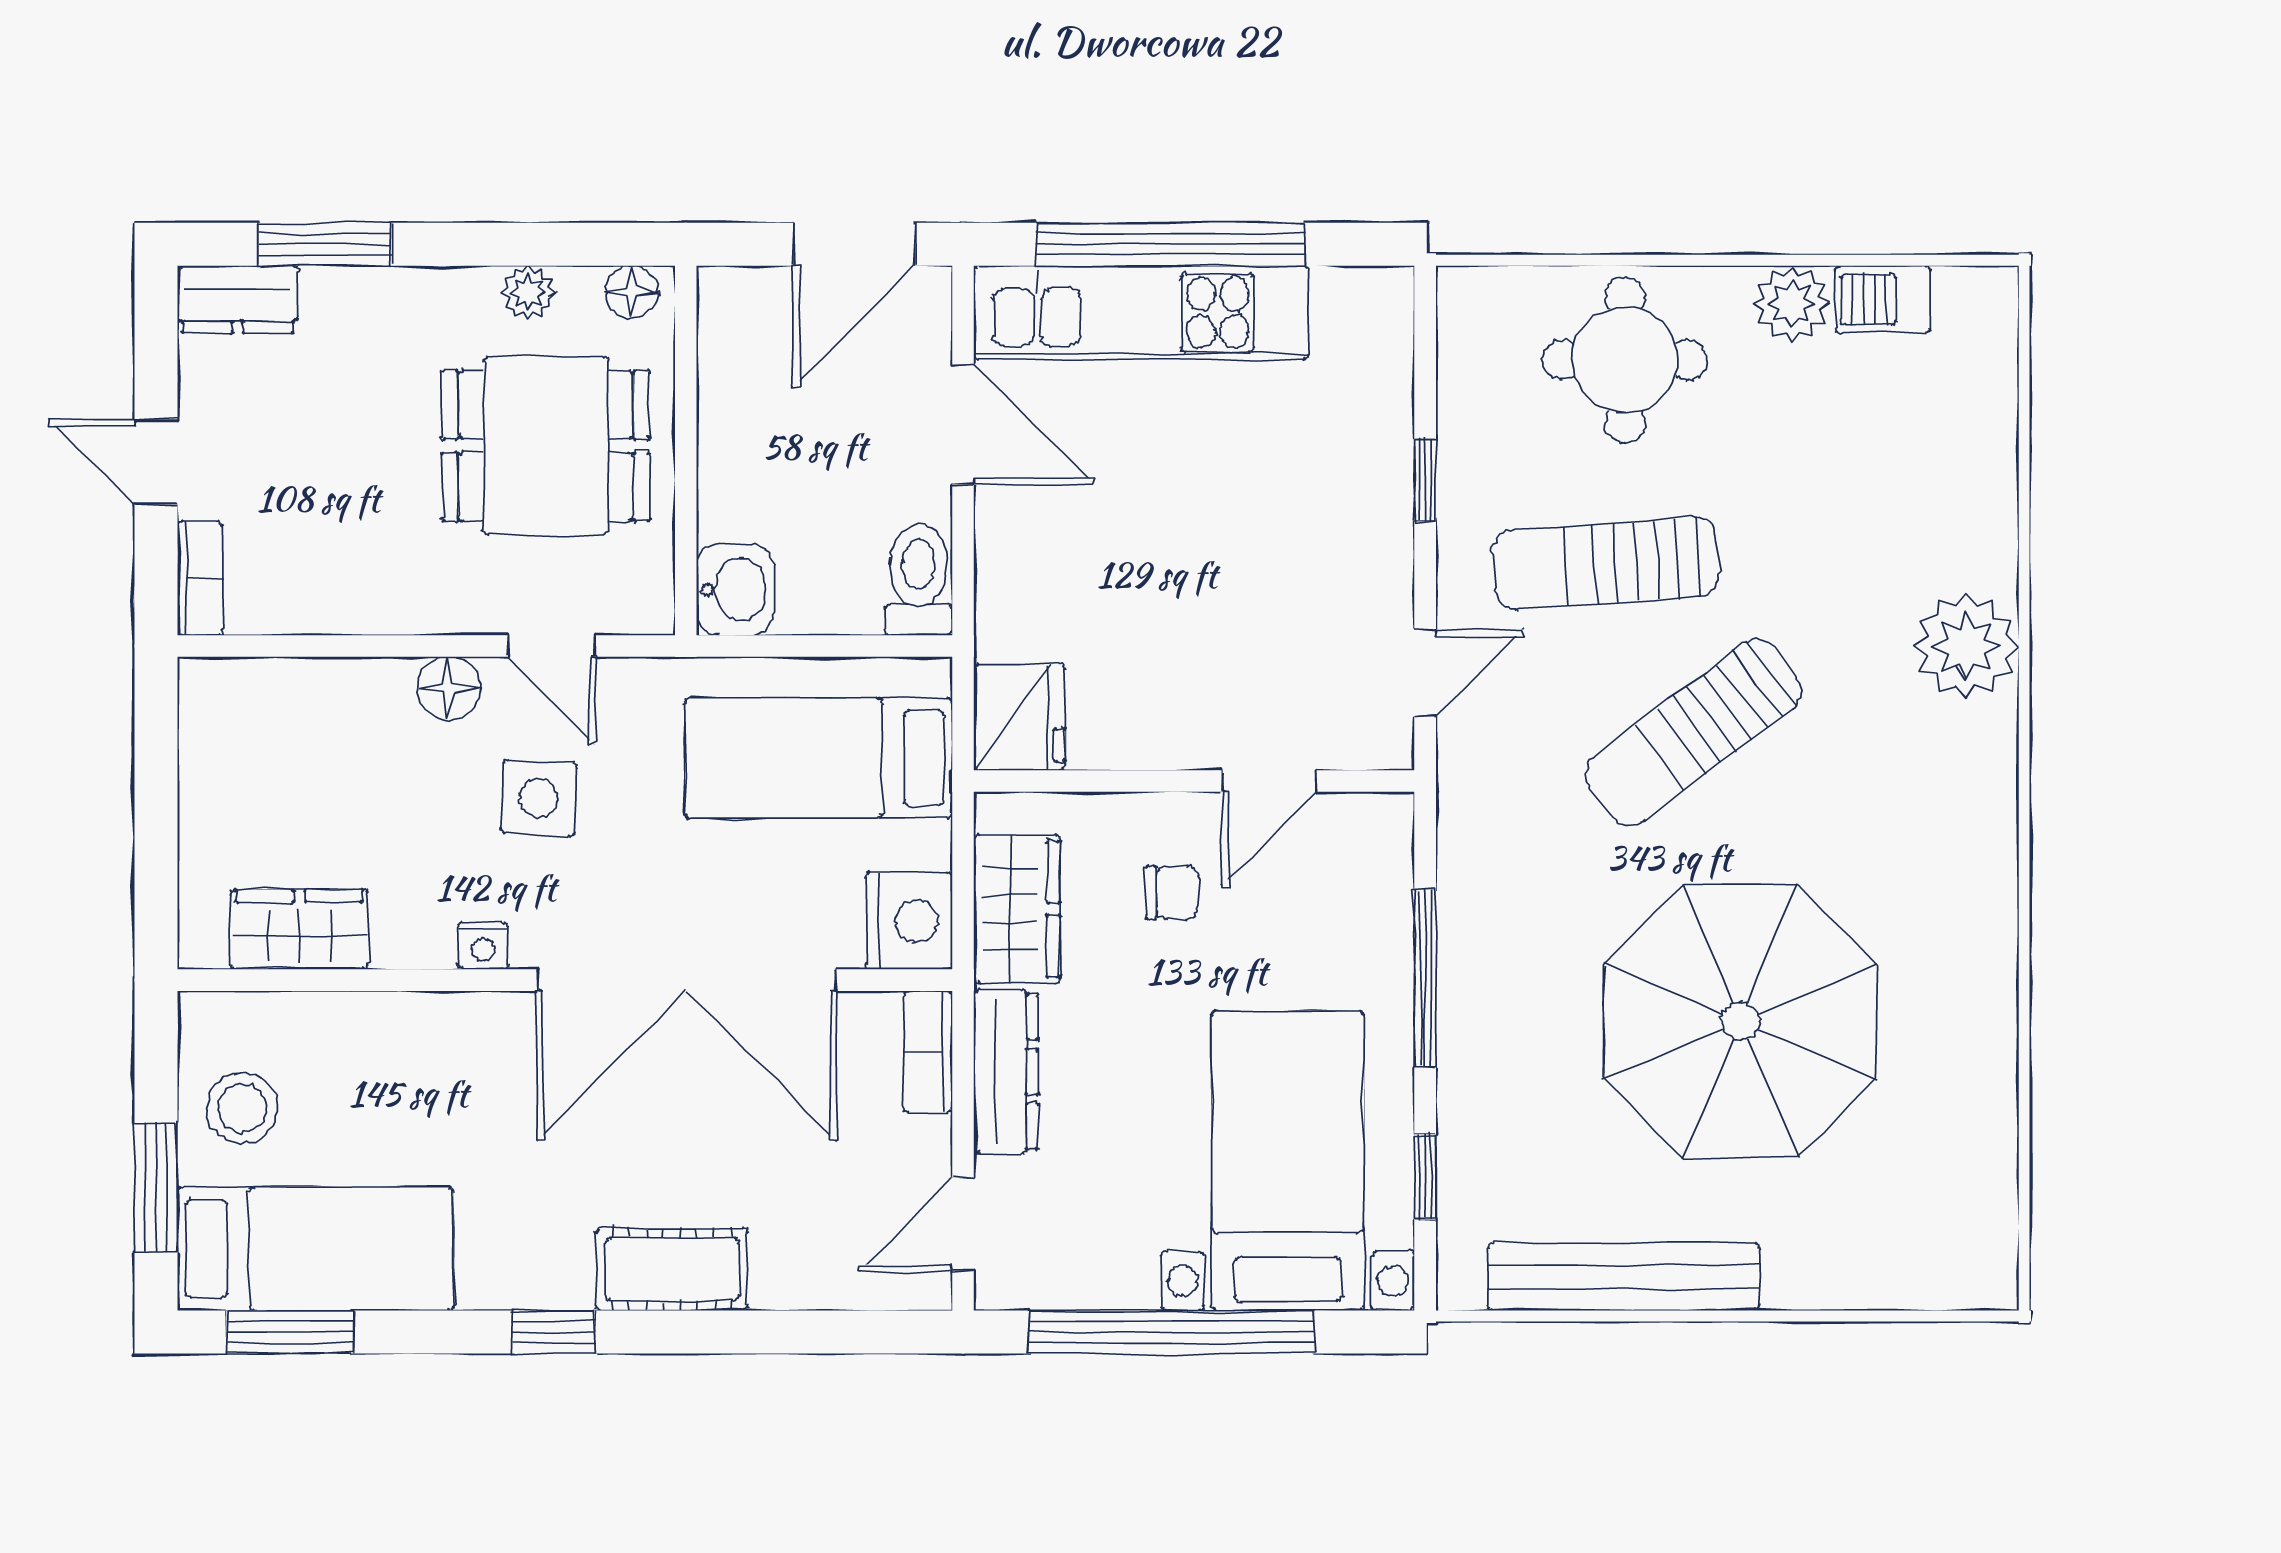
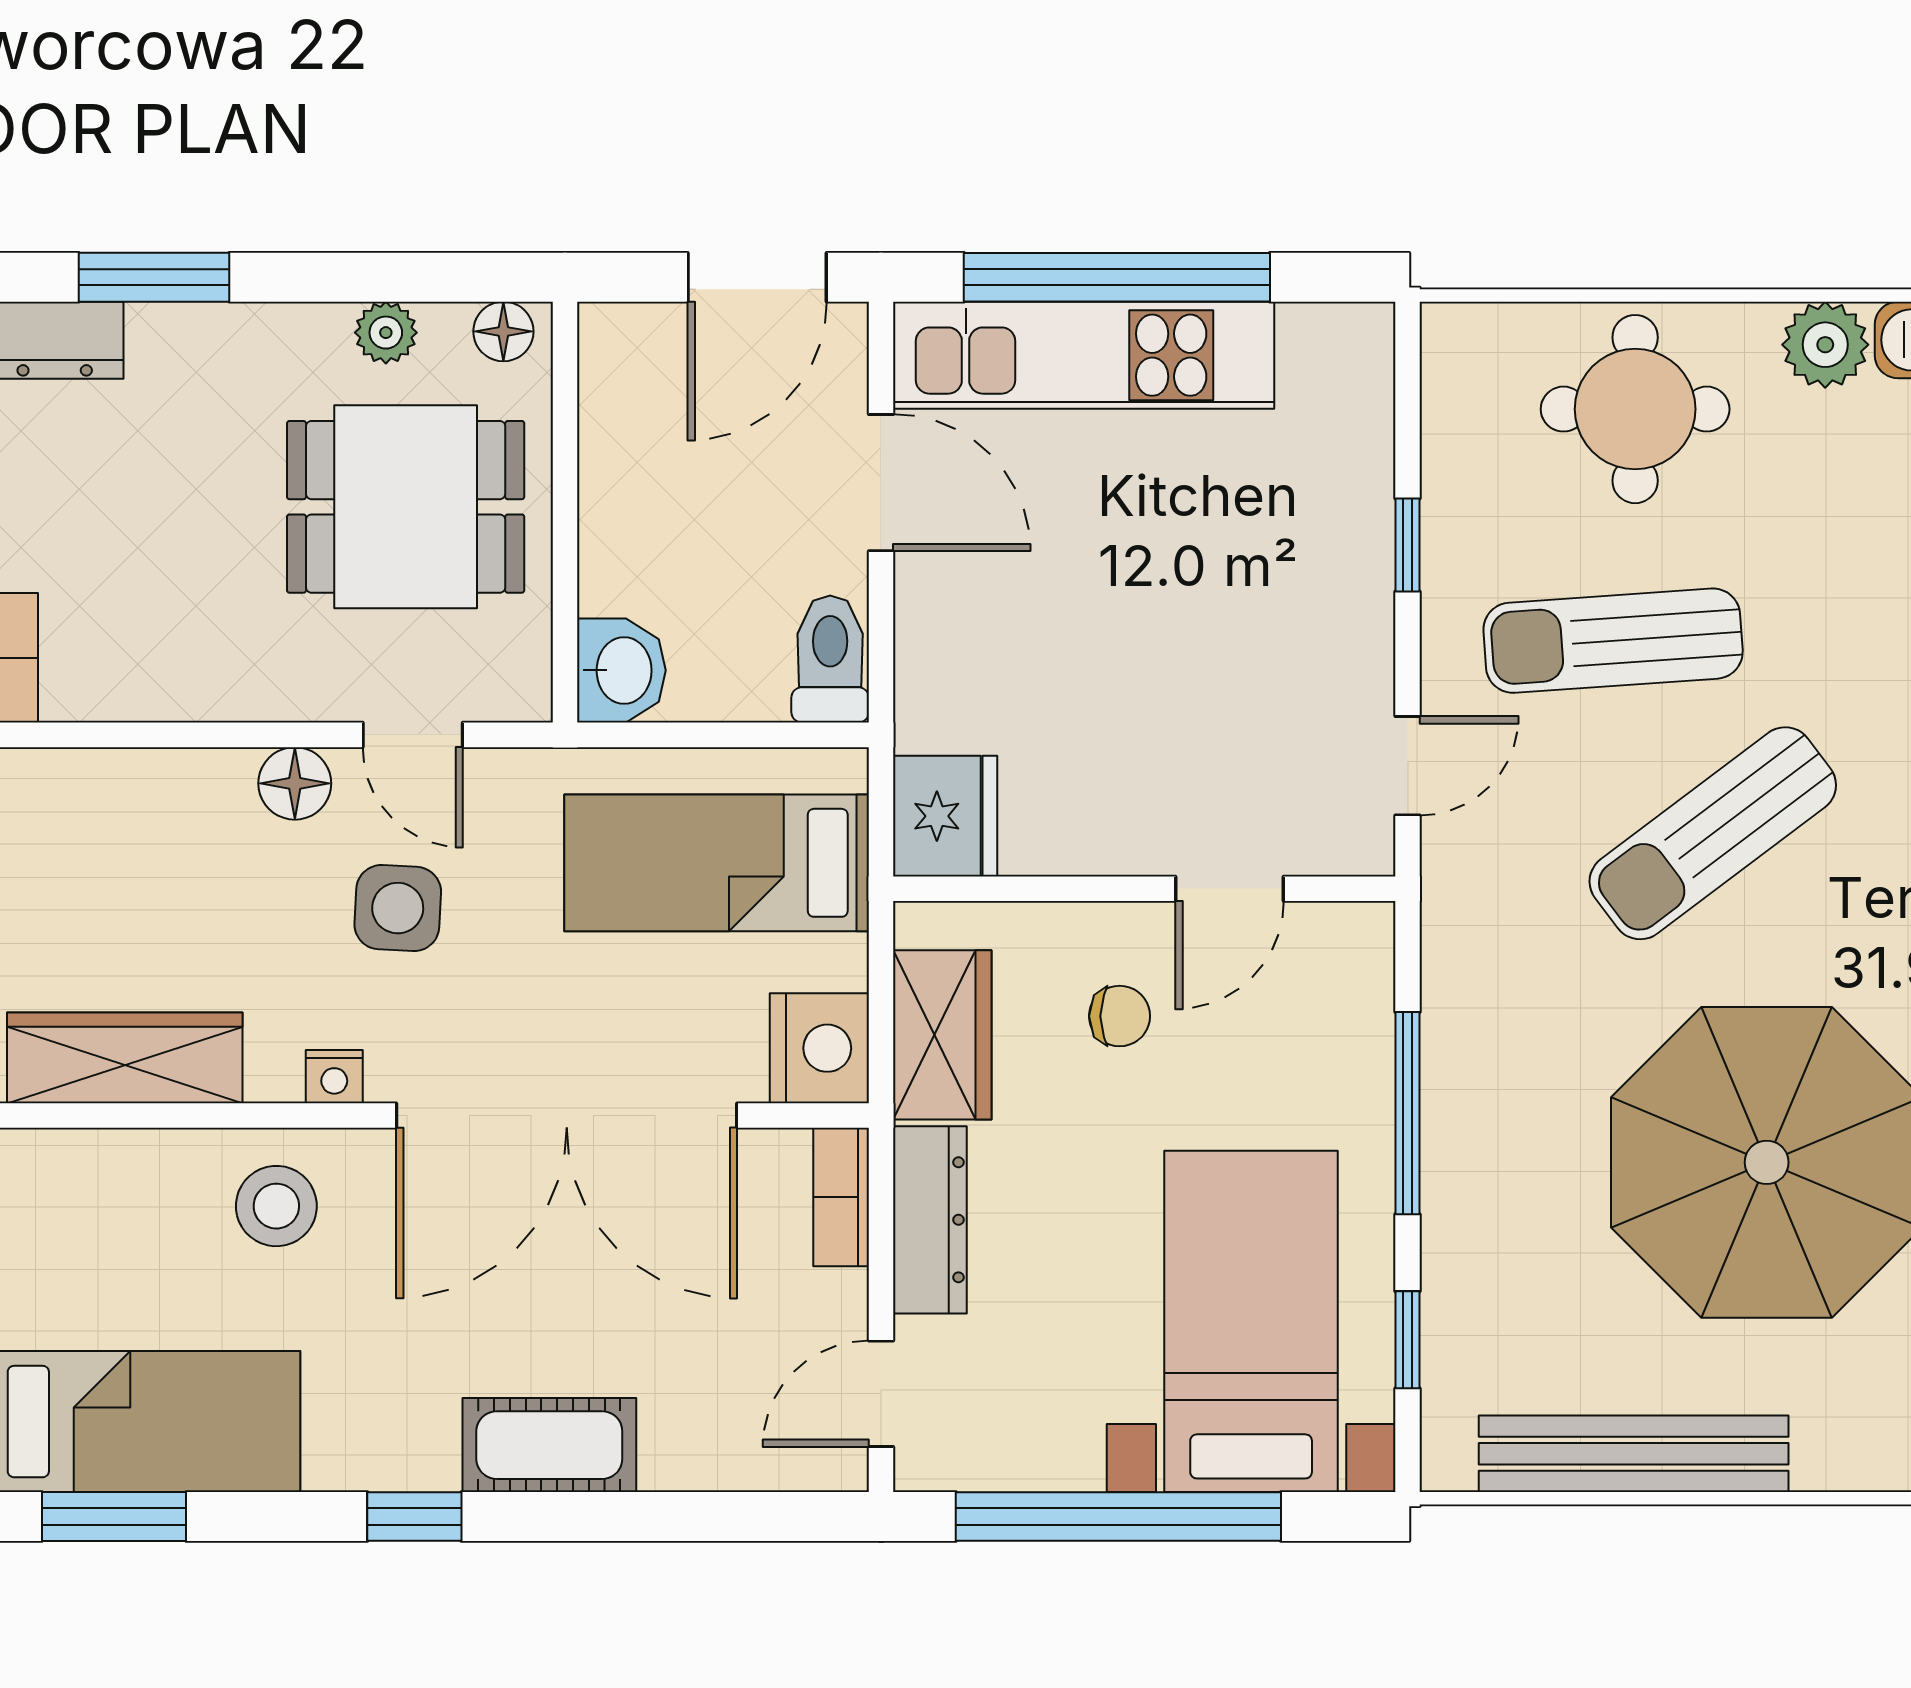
wardrobe: (299, 930) -> (125, 1058), width x1.50
stool: (242, 1108) -> (276, 1206), moved

